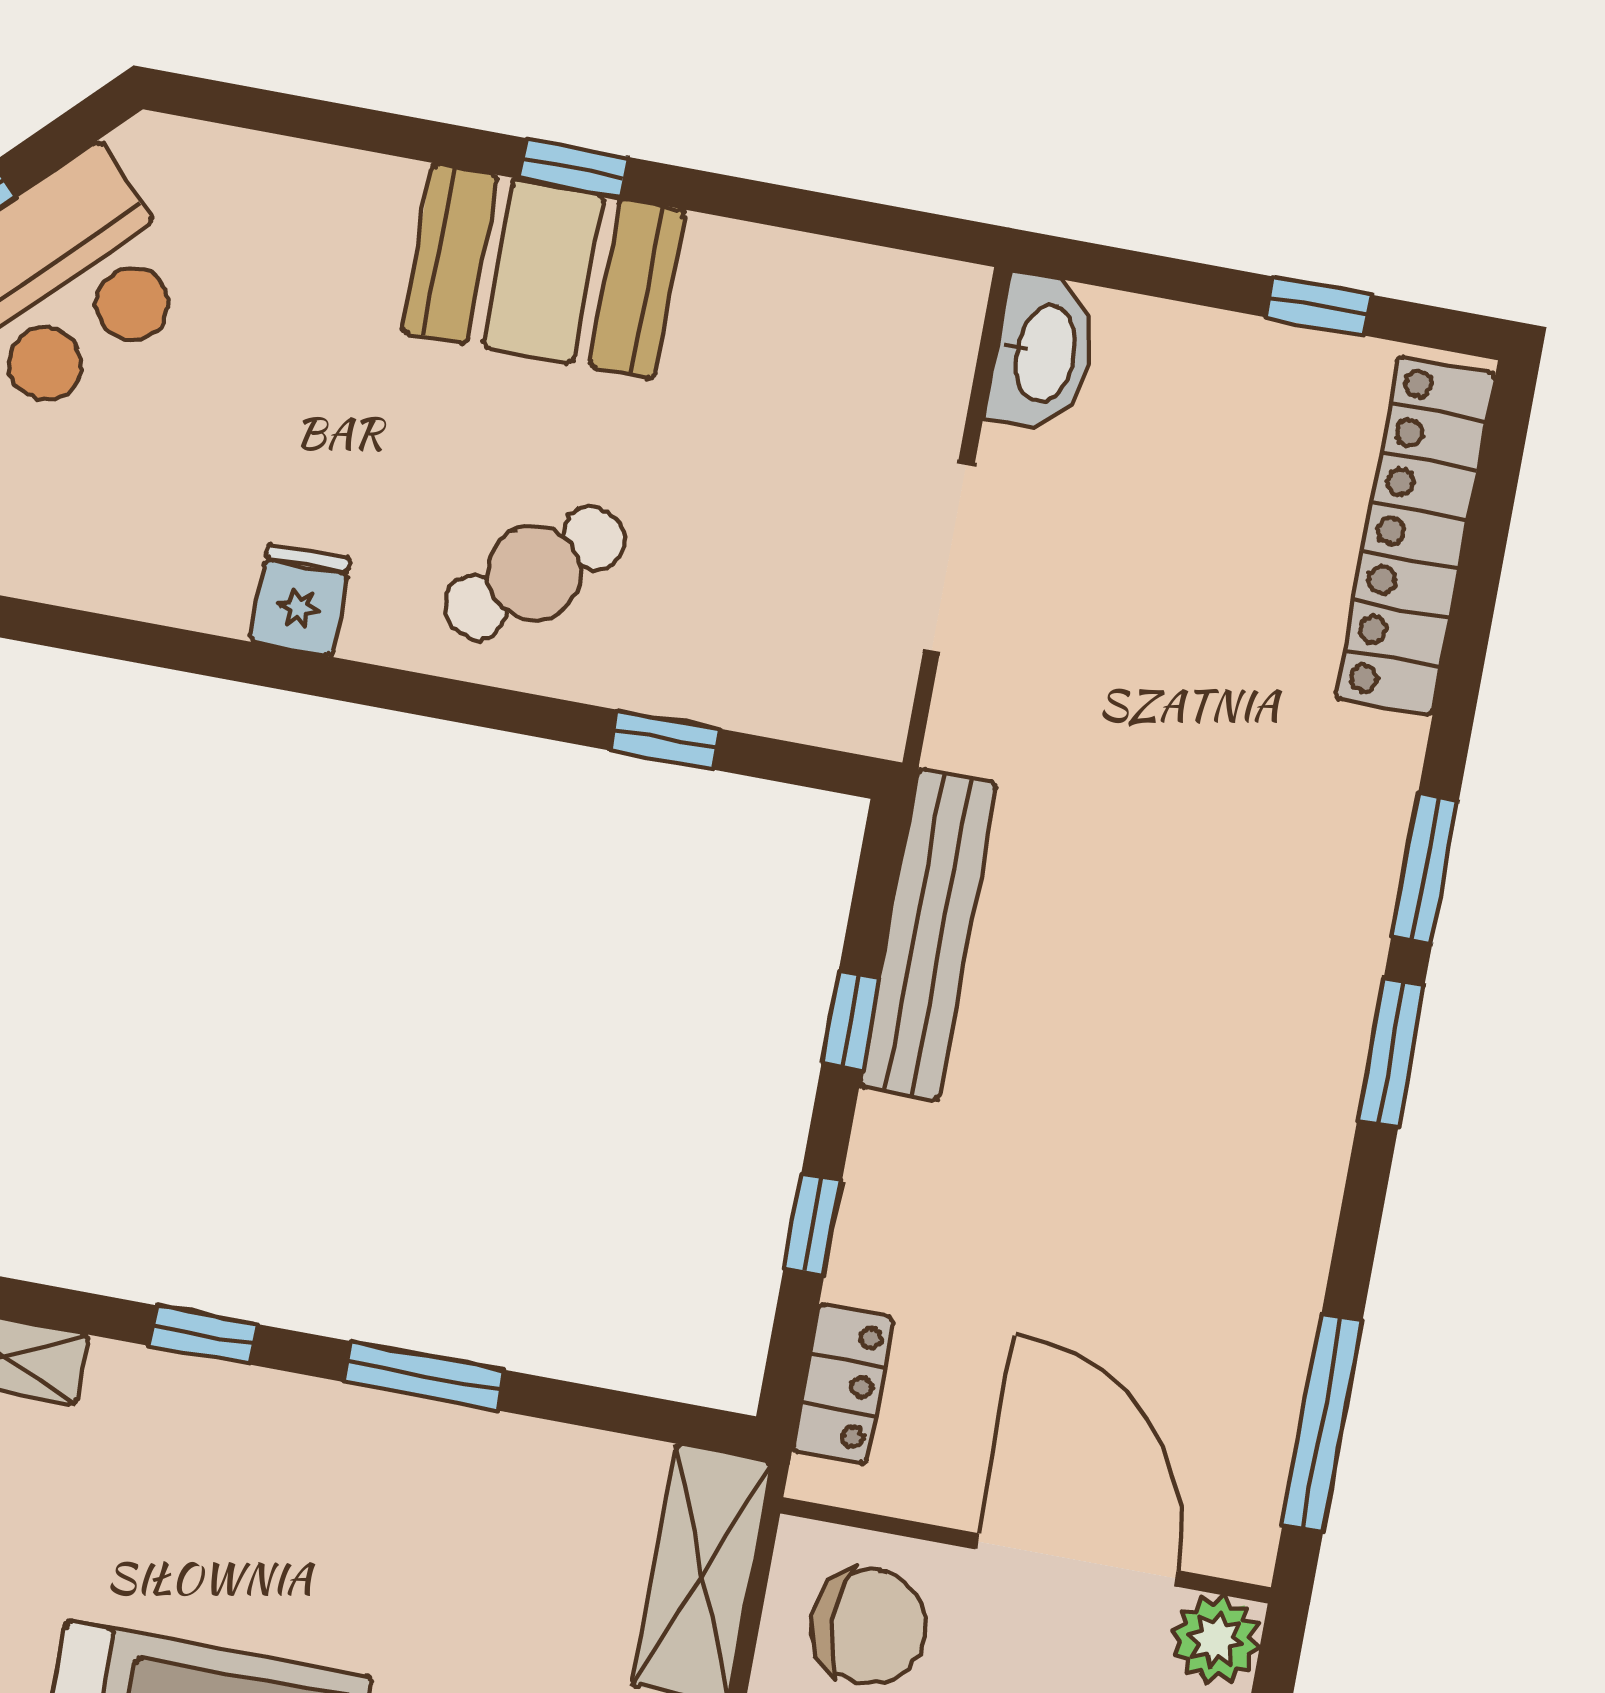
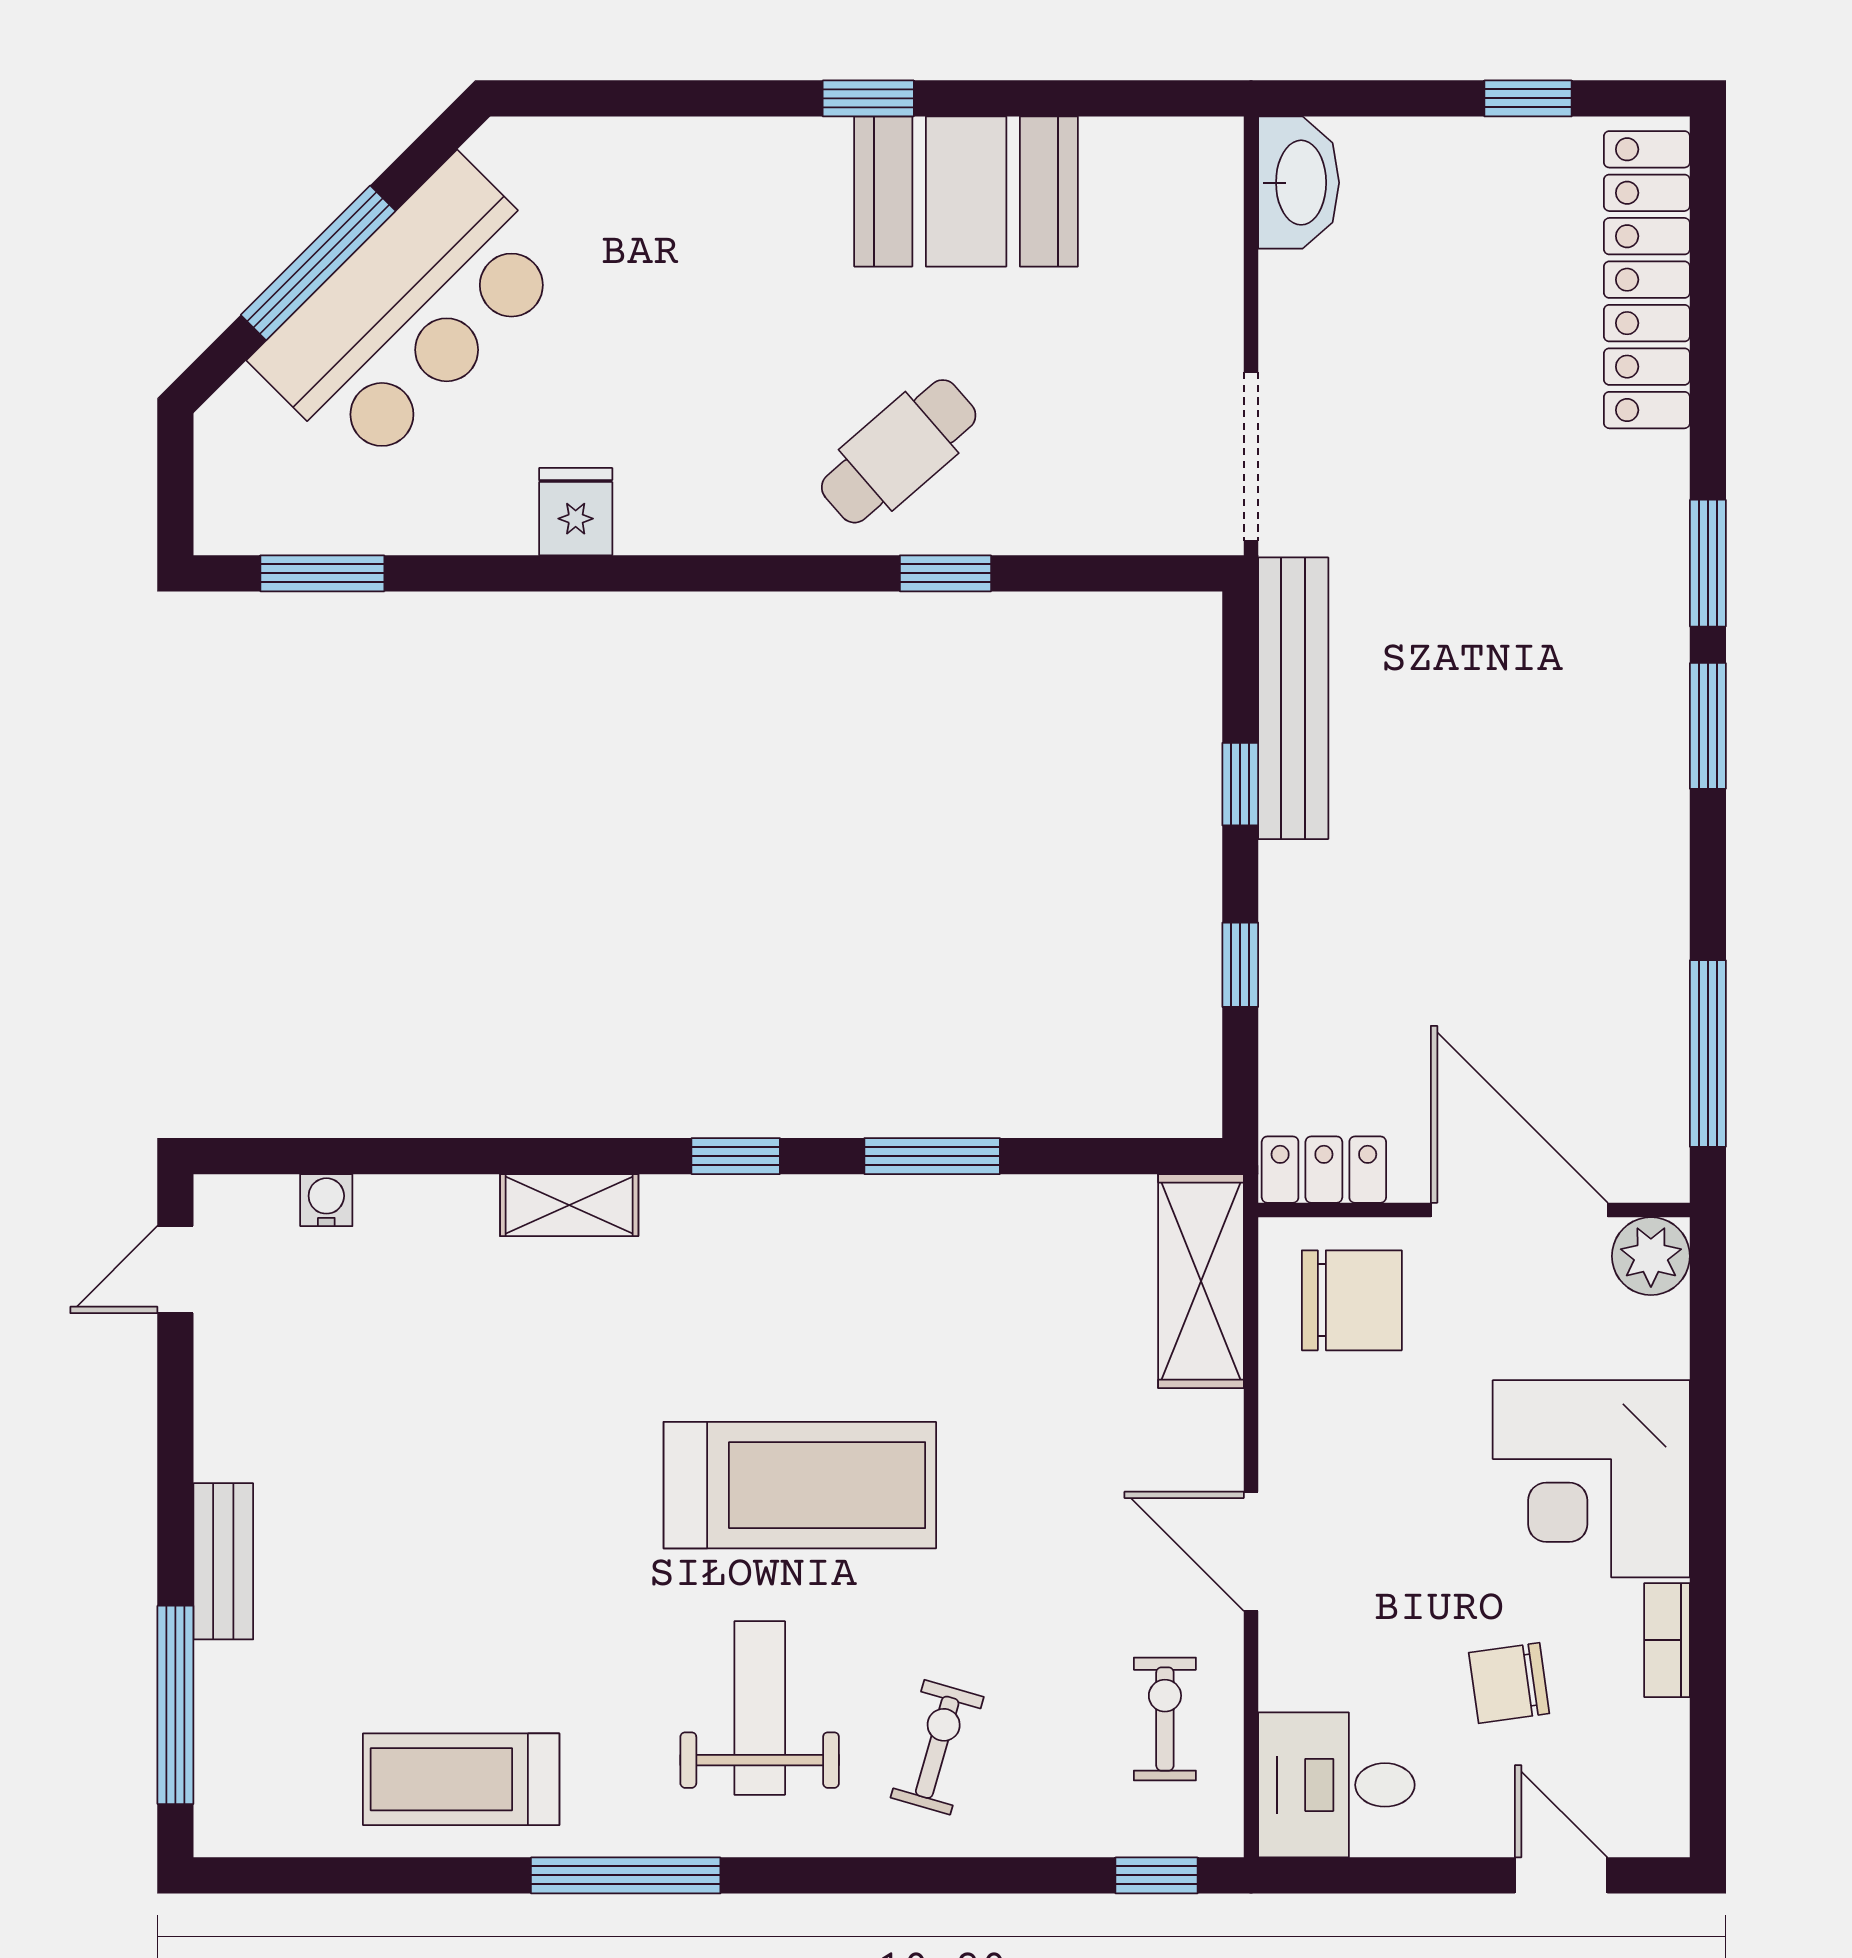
booth: (543, 271) -> (966, 192), moved
doorway: (949, 558) -> (1251, 456), moved
fridge: (300, 600) -> (576, 512), moved
window: (666, 740) -> (945, 573), moved
locker: (843, 1384) -> (1324, 1170), moved, turned -90

